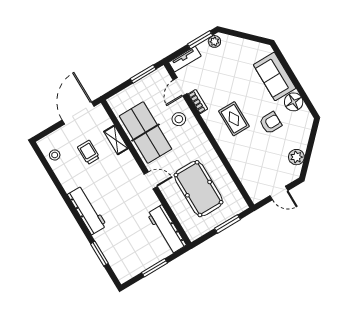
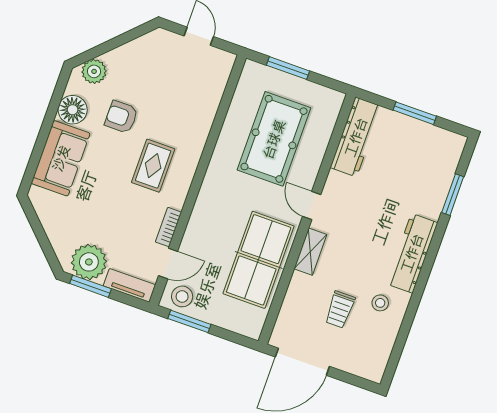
plant: (214, 41) -> (89, 262), width x1.88, depth x1.88
stool: (179, 119) -> (182, 296), moved
shelving: (116, 140) -> (310, 252), moved
stool: (55, 155) -> (380, 303), moved
plant: (296, 157) -> (94, 71), moved

